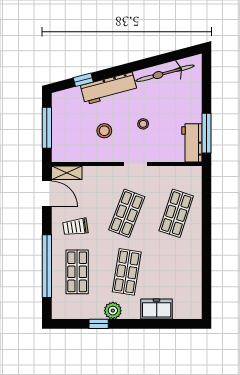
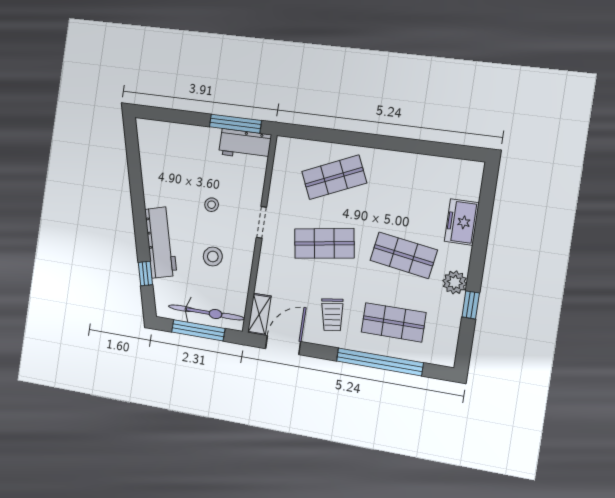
bicycle: (165, 73) -> (206, 312), moved, turned -75
shop shelf: (127, 213) -> (324, 243), turned -30
shop shelf: (176, 213) -> (334, 177), turned -42

